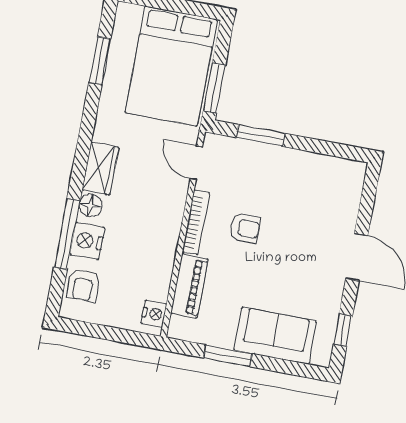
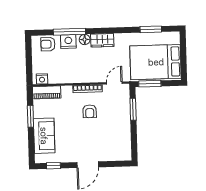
piano: (189, 286) -> (47, 92), moved

